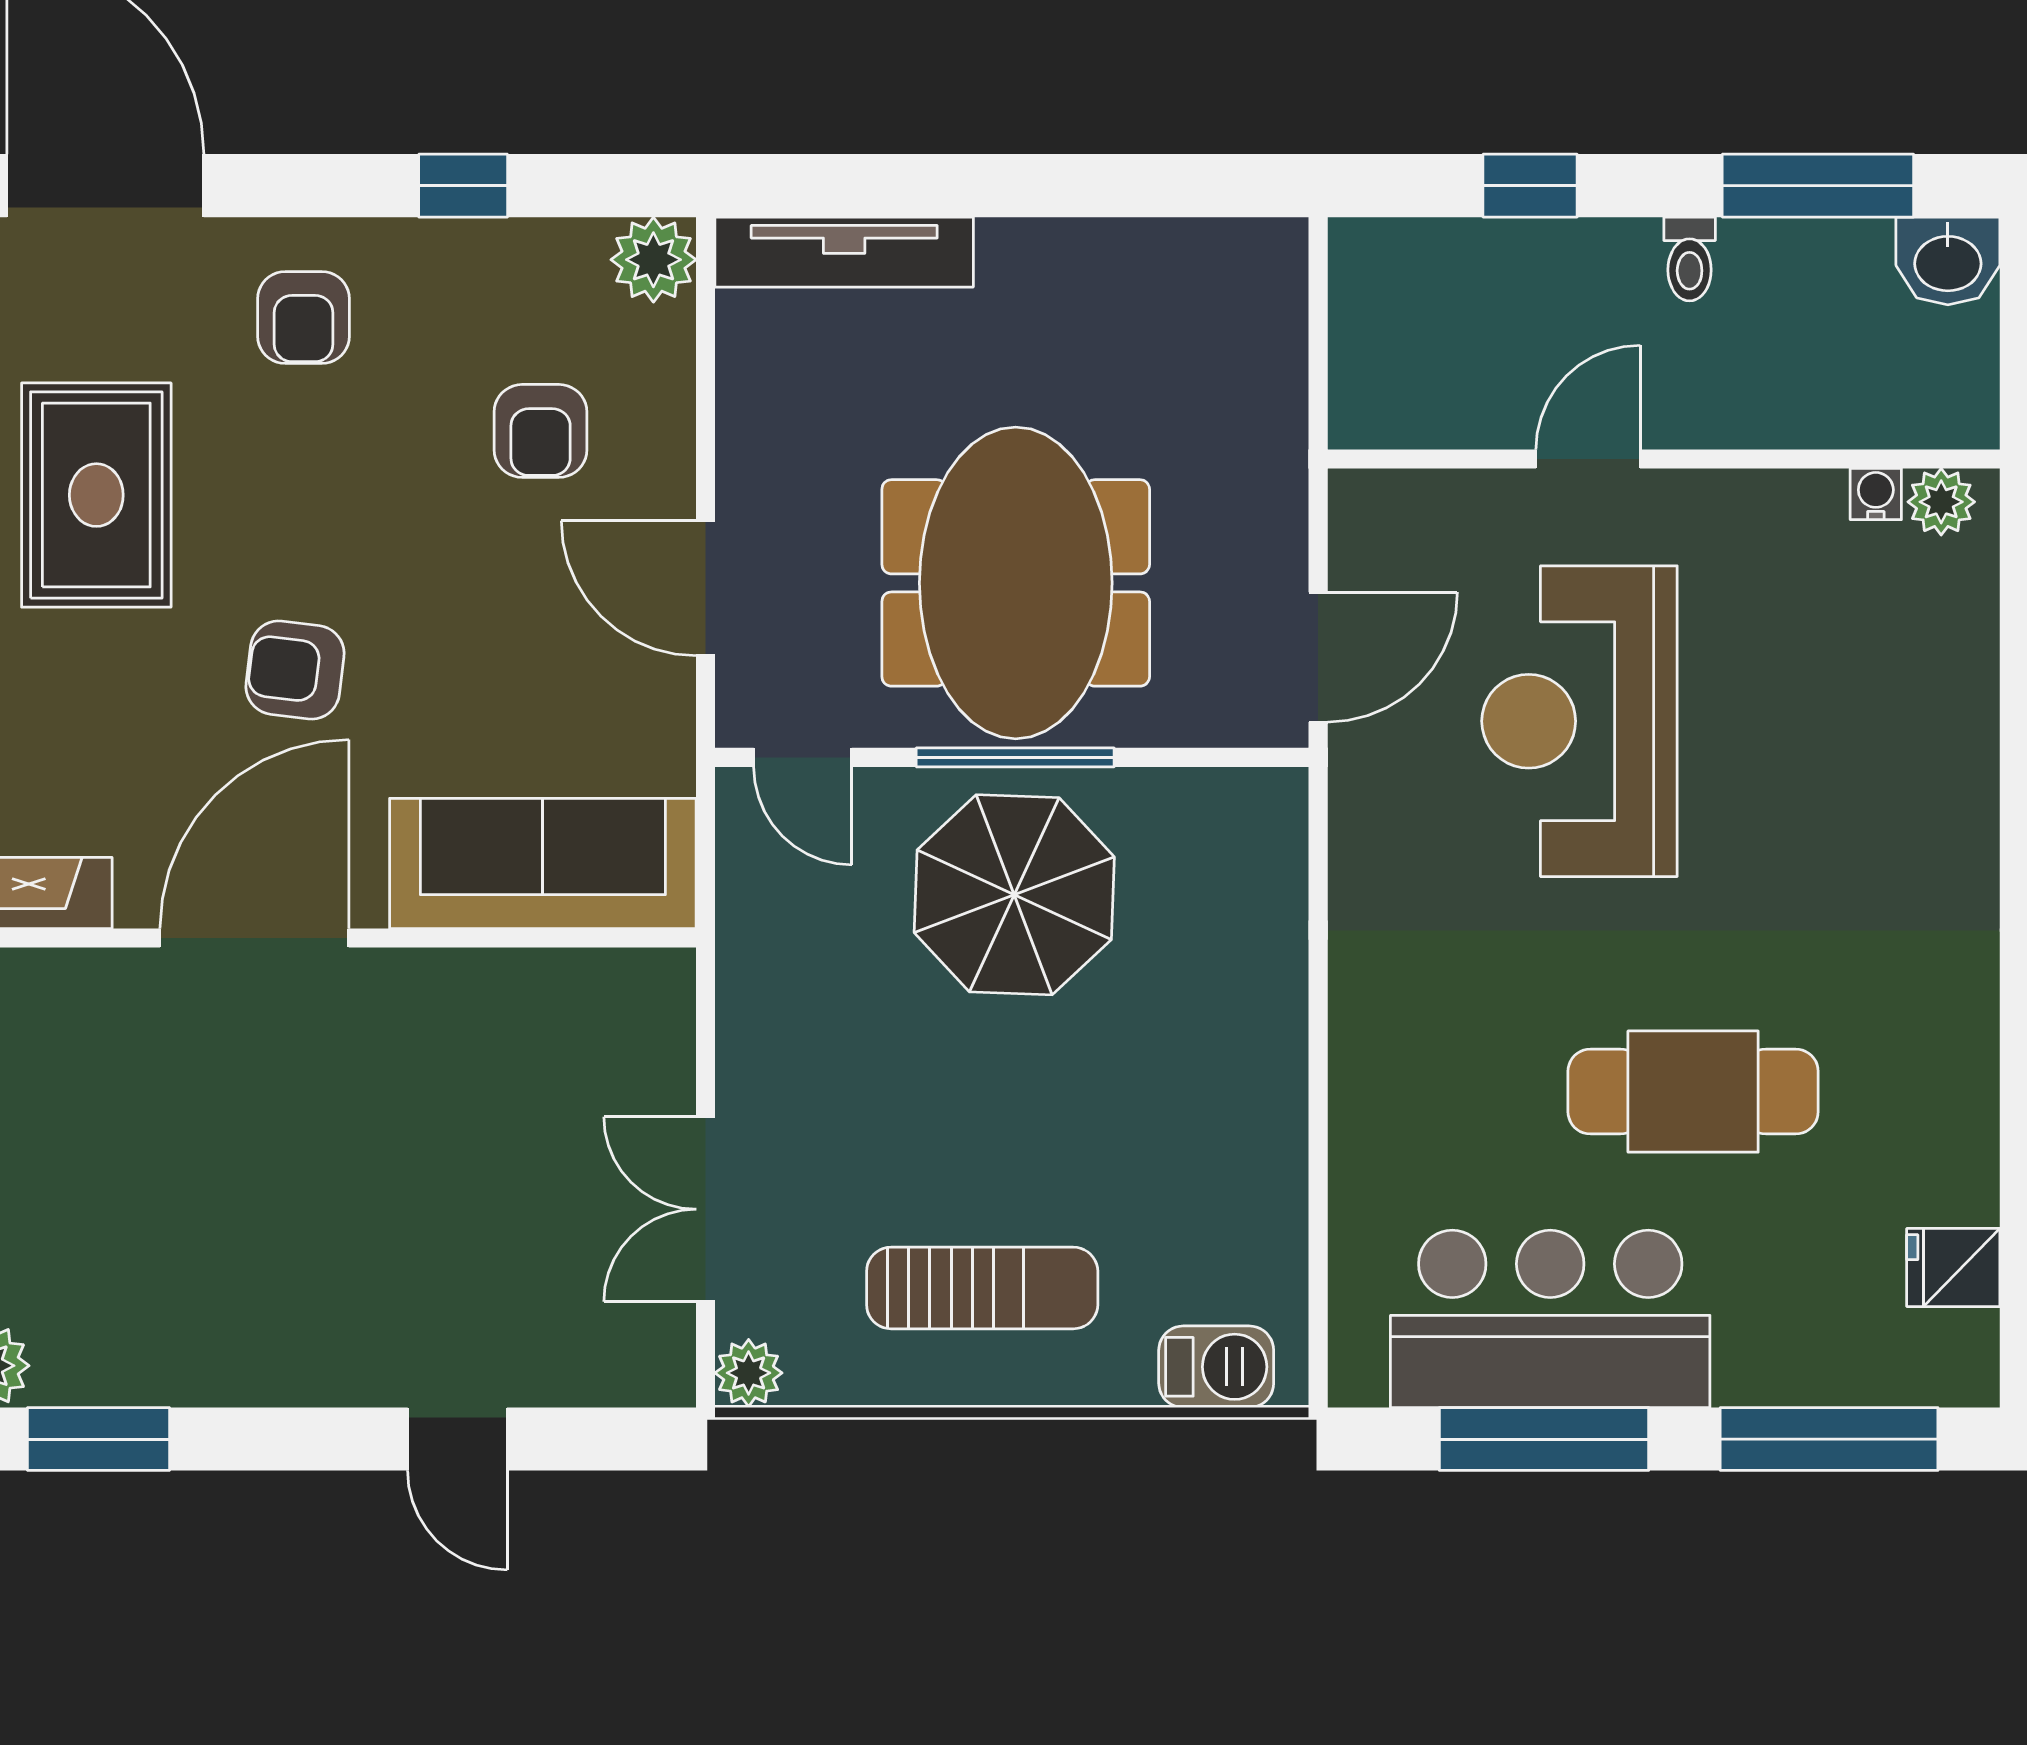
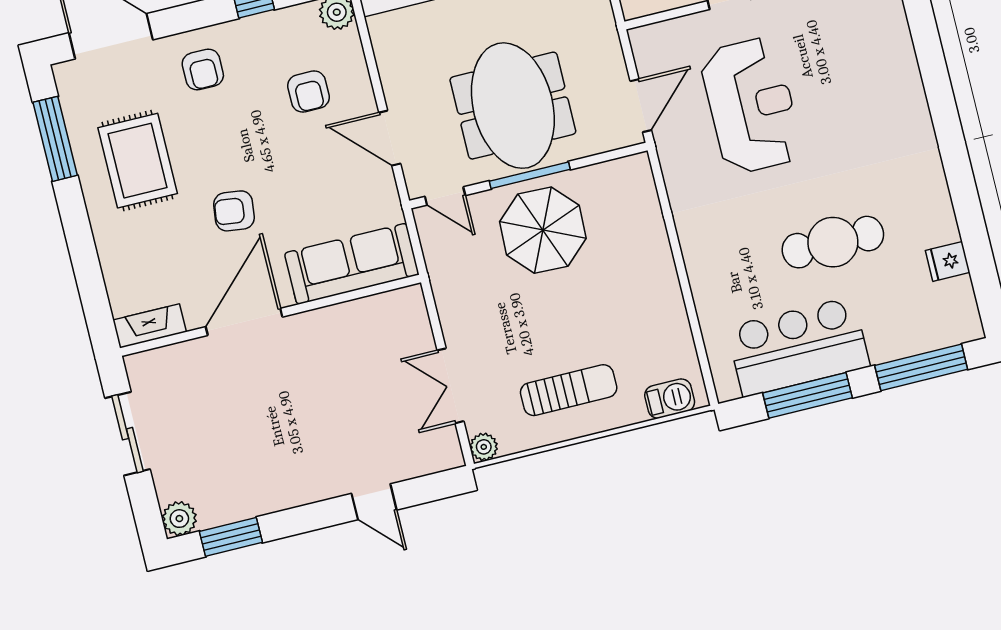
reception desk: (1579, 721) -> (751, 106), turned 180
fridge: (1953, 1267) -> (948, 261), moved

